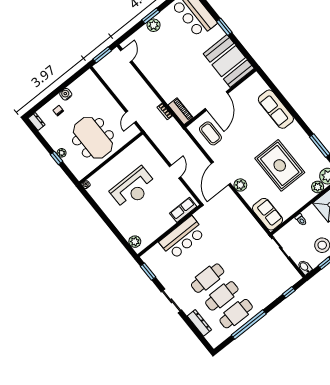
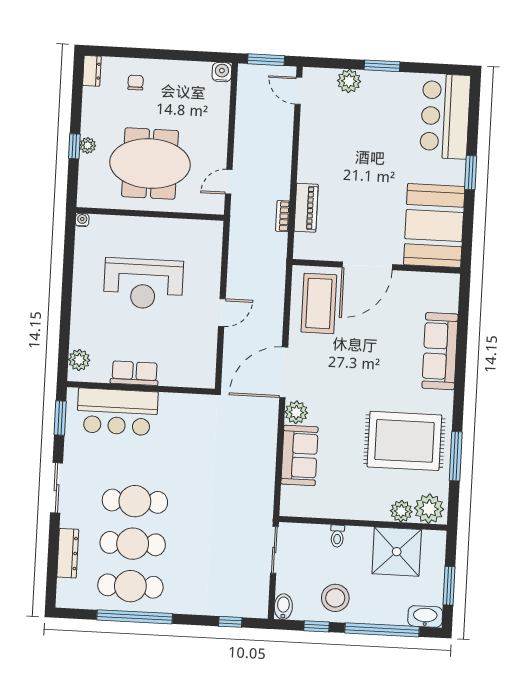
plant: (154, 25) -> (349, 81), moved
door: (126, 56) -> (298, 91), swing flipped
water cooler: (66, 94) -> (222, 72), moved
piano: (180, 111) -> (306, 208), moved
coffee table: (210, 133) -> (319, 303), width x1.36, depth x1.32
meeting table: (93, 138) -> (150, 164), turned 90
rug: (280, 165) -> (404, 441), moved, turned 90
row of seats: (183, 210) -> (134, 373), moved
sofa: (268, 214) -> (299, 455), moved
bar counter: (182, 238) -> (117, 412), moved

